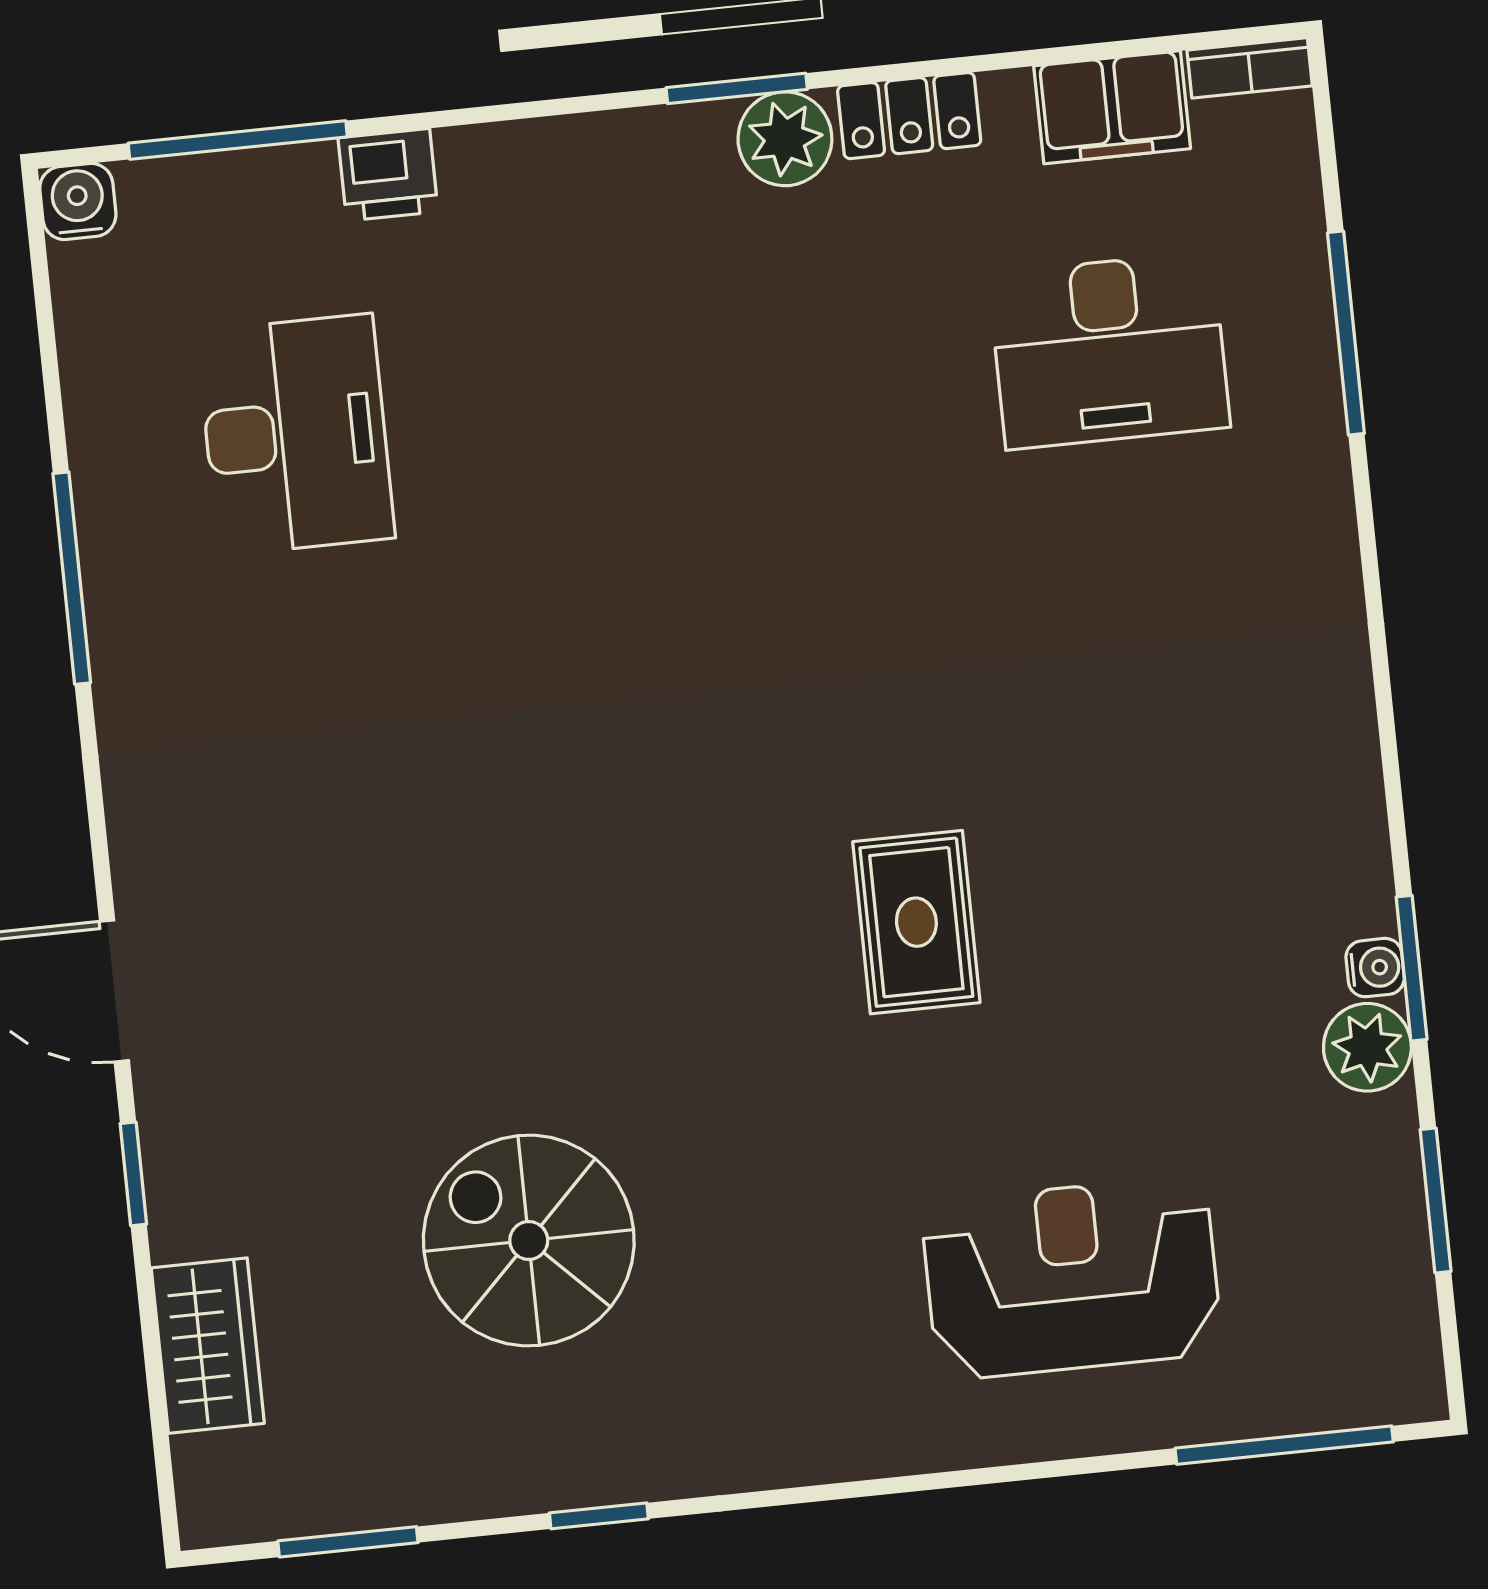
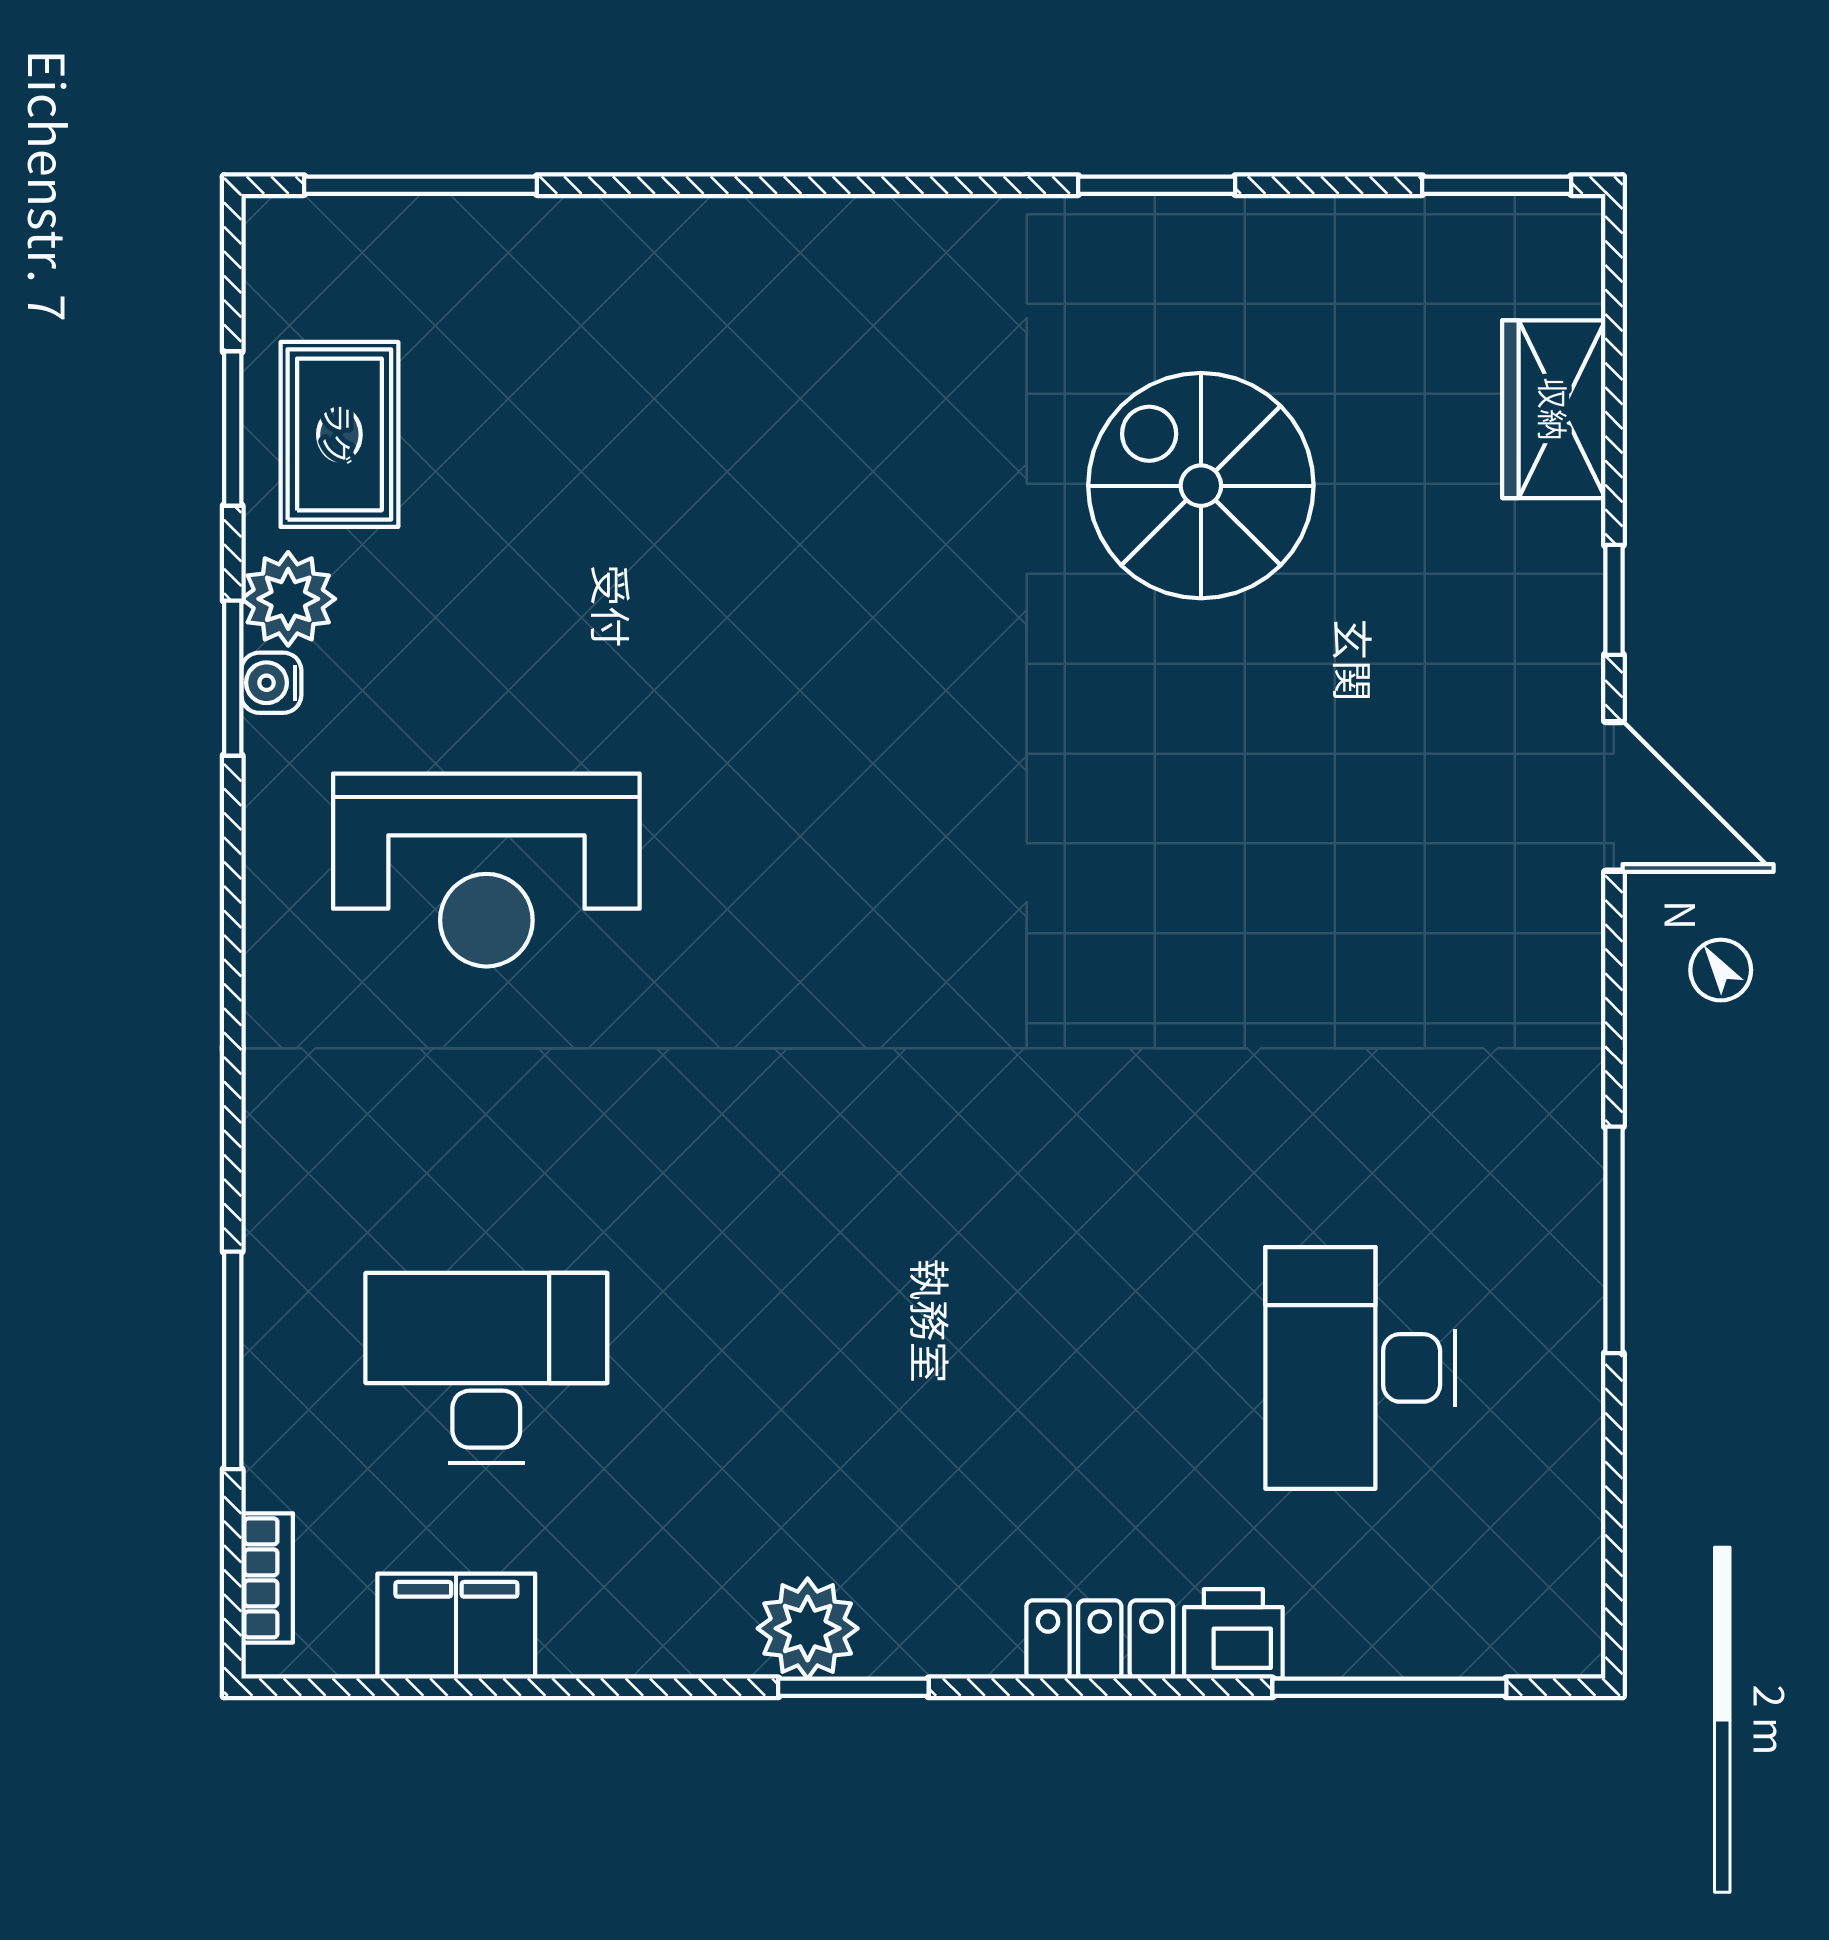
bookcase: (1250, 68) -> (267, 1578), moved, turned 90
locker: (909, 116) -> (1100, 1639), moved
water cooler: (78, 202) -> (1566, 1640), removed
rug: (916, 922) -> (339, 434), moved
spiral stairs: (529, 1241) -> (1201, 486), turned 180
reception desk: (1072, 1278) -> (486, 870), moved
window: (599, 1516) -> (1157, 185), width x1.50
window: (348, 1542) -> (1497, 185), moved

